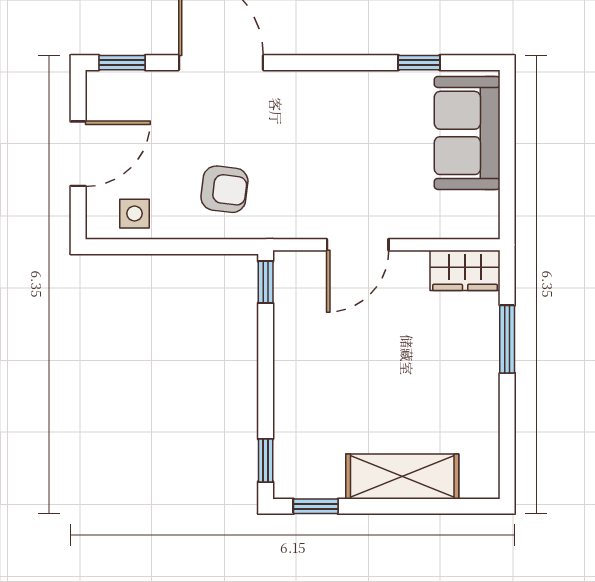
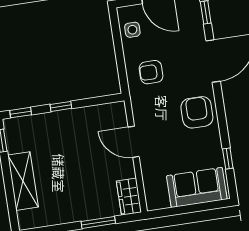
armchair: (318, 110) -> (197, 112), added
armchair: (224, 189) -> (151, 72), turned 83
window: (266, 282) -> (61, 106), moved

